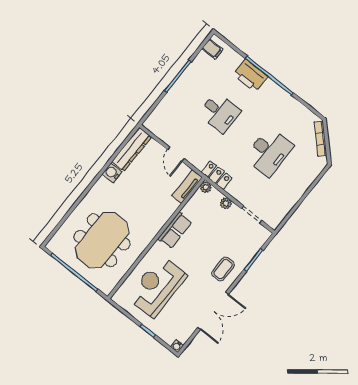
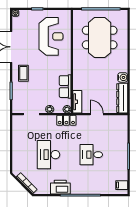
printer: (250, 76) -> (60, 187), moved
row of seats: (175, 230) -> (65, 87), moved

